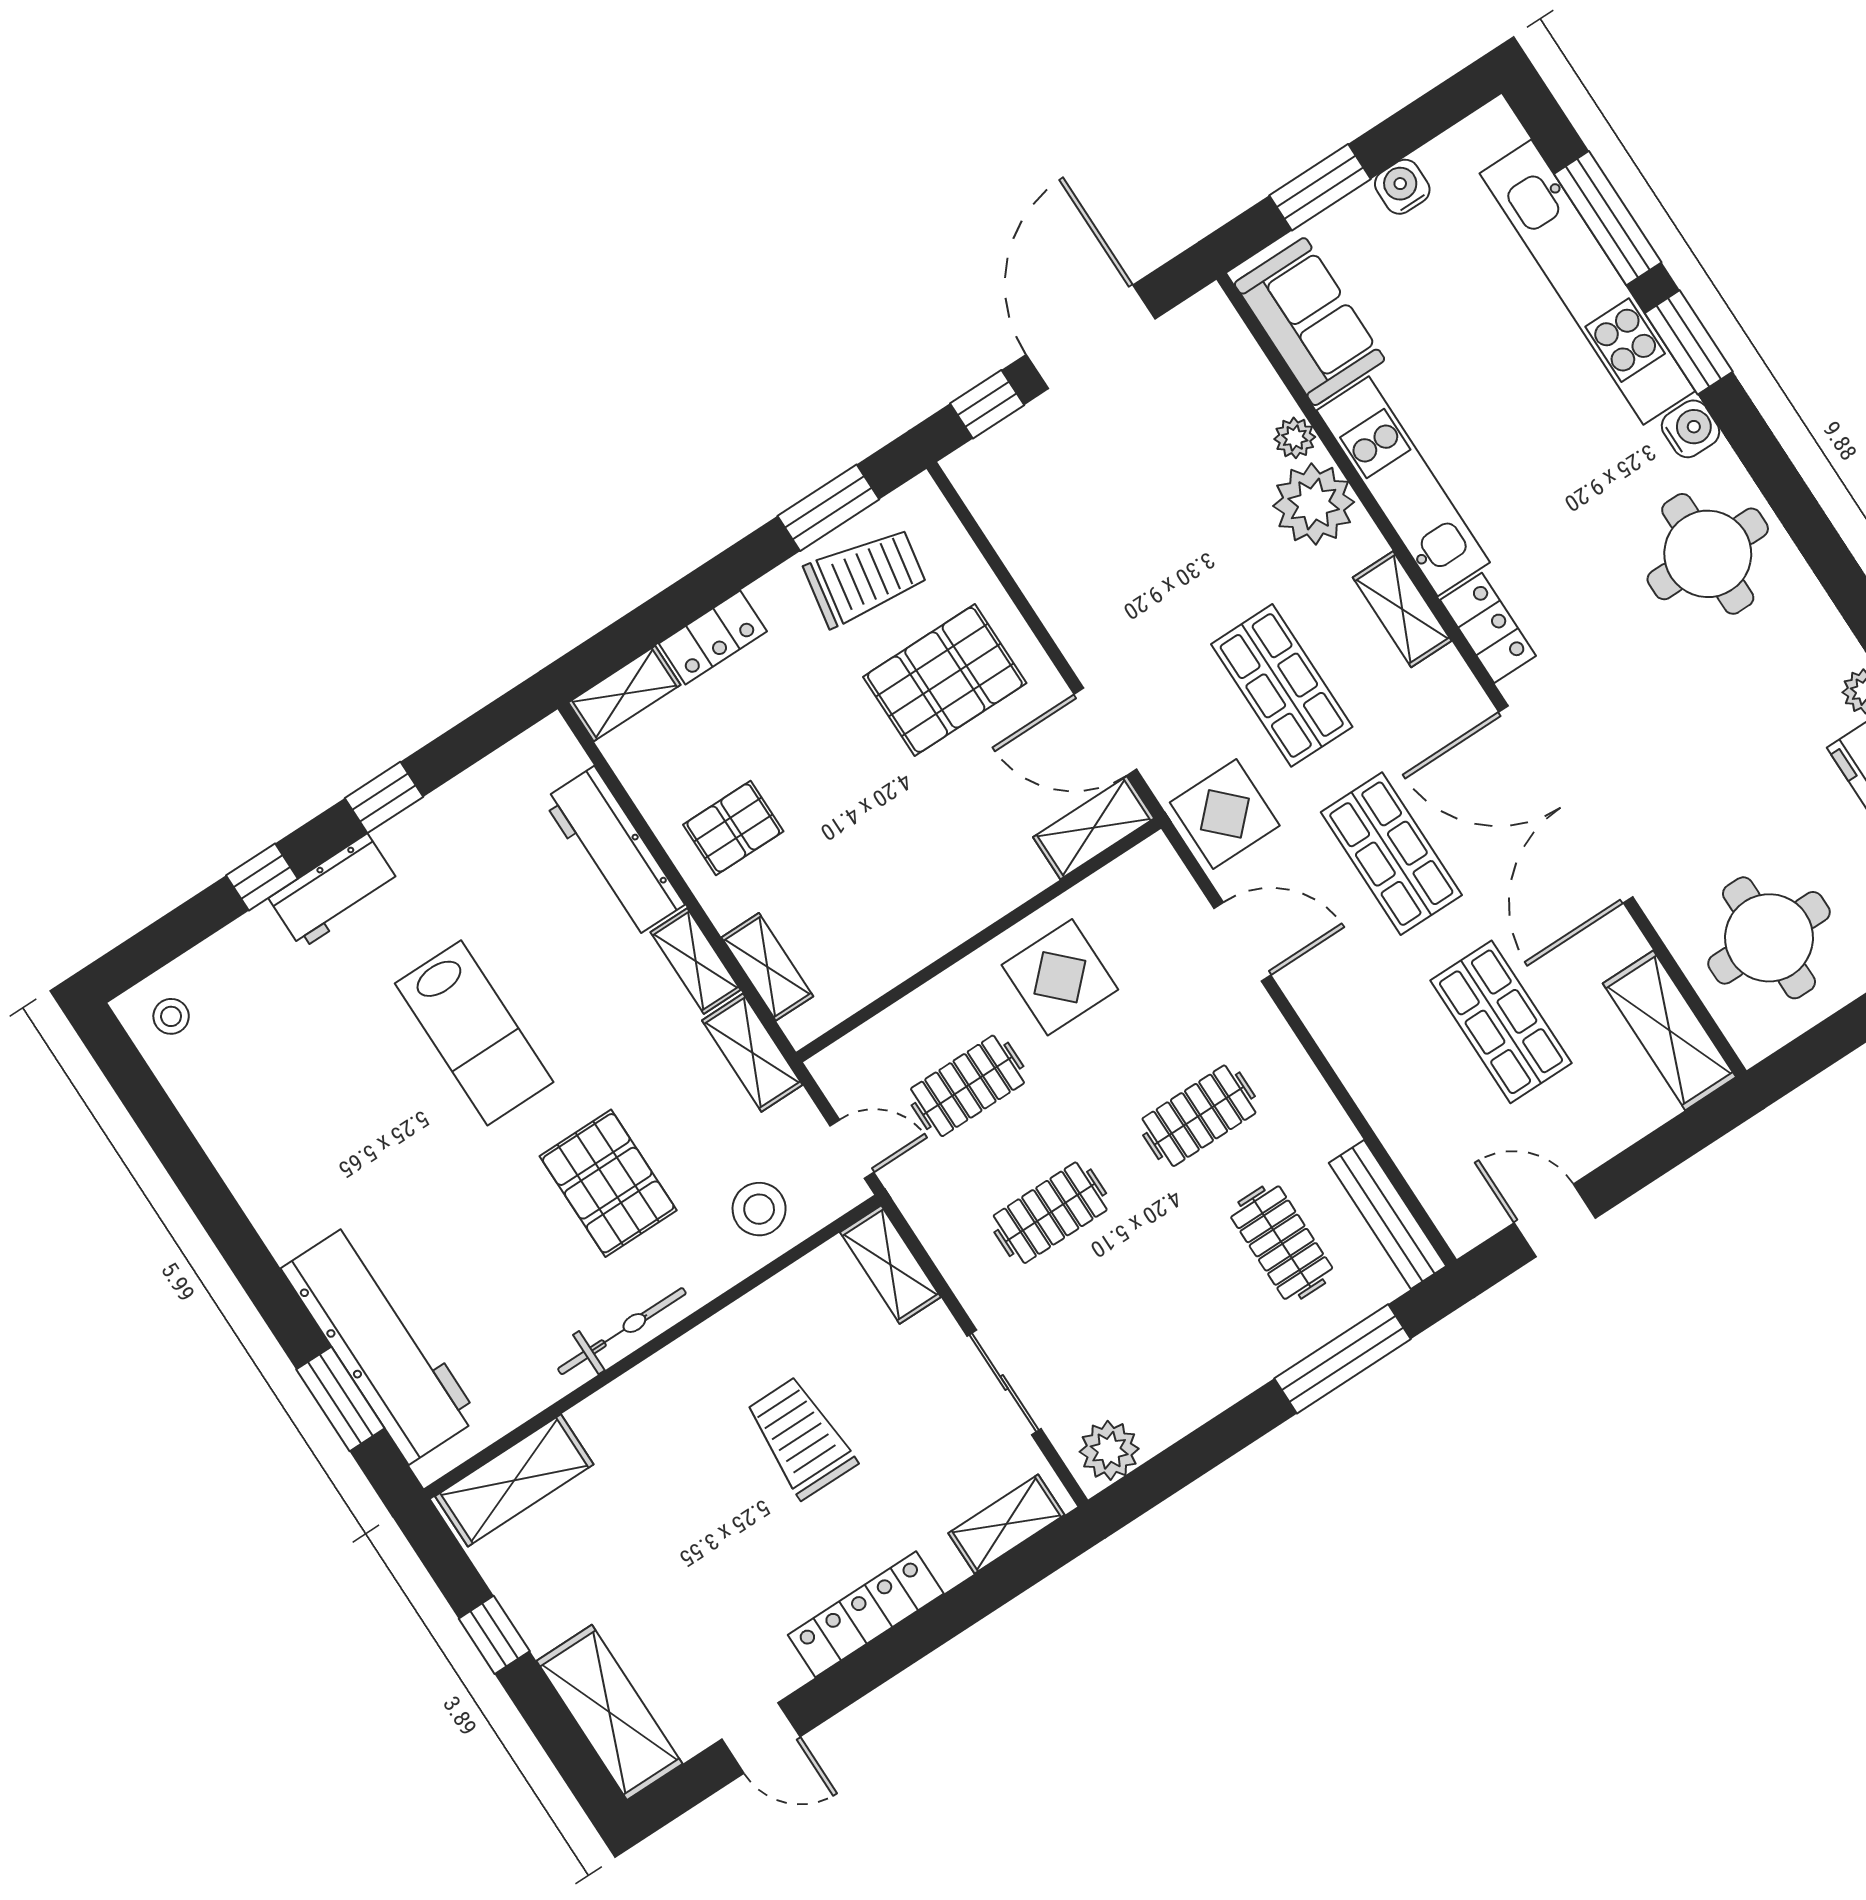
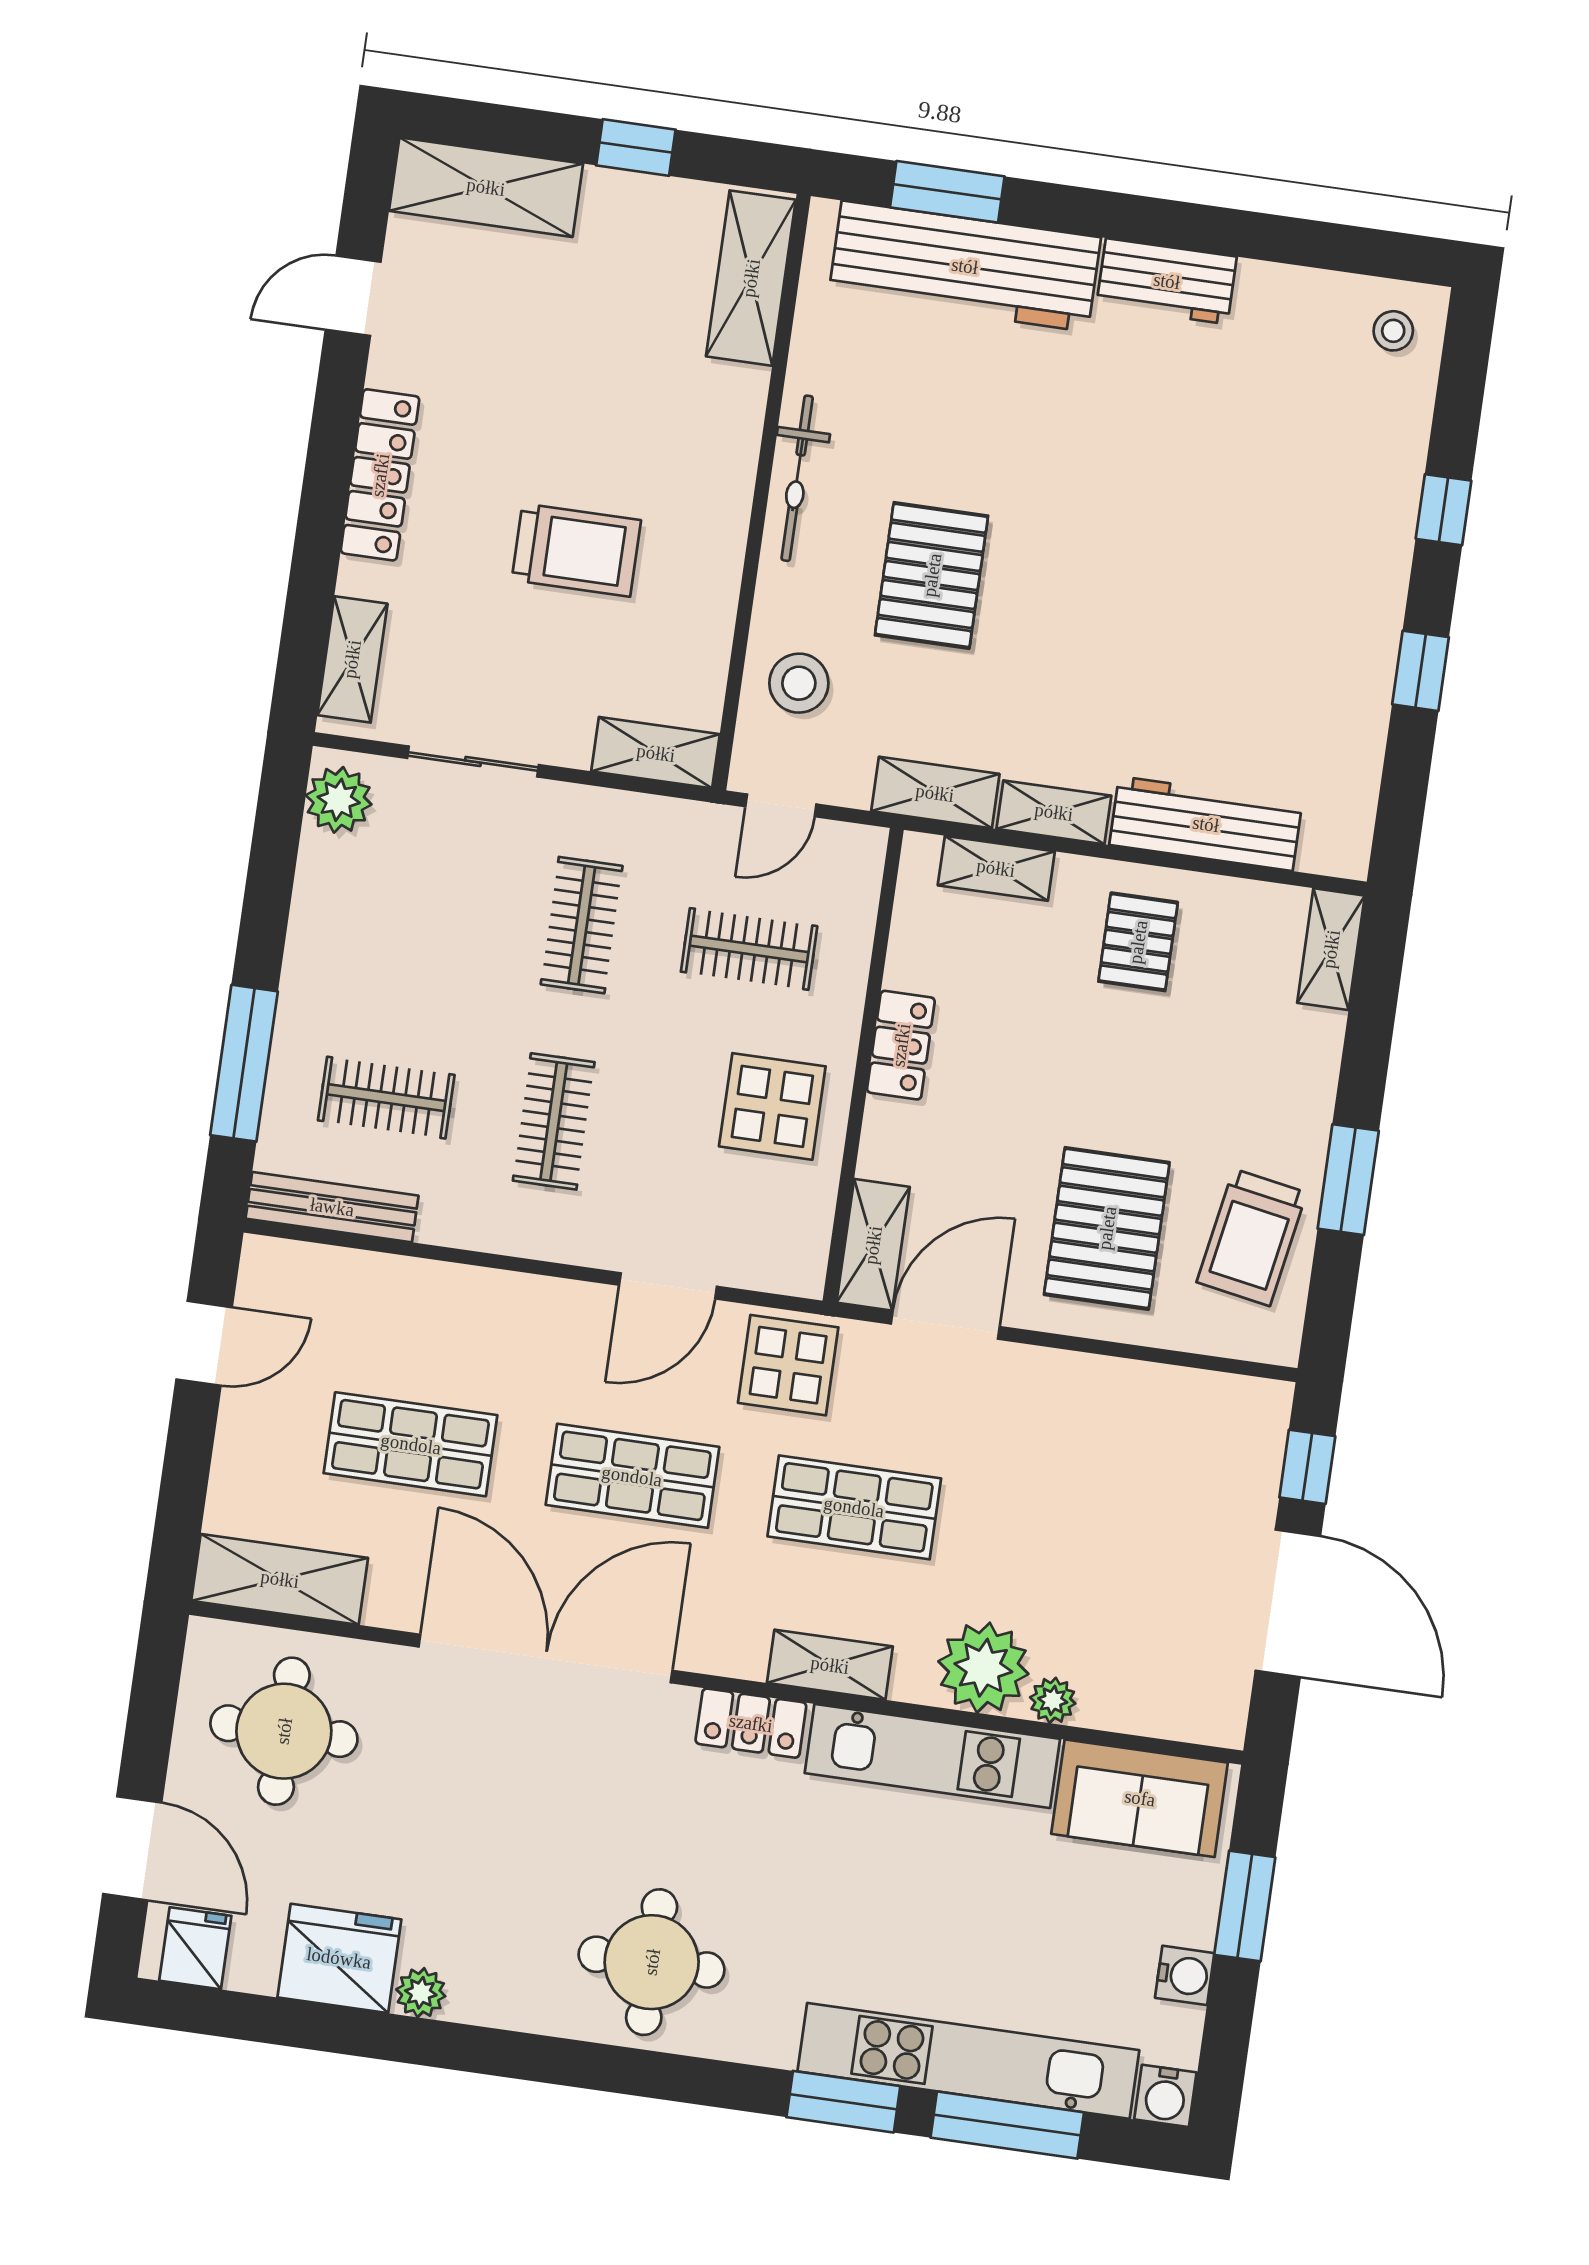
water cooler: (1691, 429) -> (1165, 2096), moved
window: (828, 508) -> (1348, 1180), moved
locker: (713, 637) -> (901, 1045), moved, turned 180
workbench: (334, 891) -> (1167, 281), moved, turned -90
lab bench: (474, 1033) -> (1156, 573), removed
clothes rail: (967, 1086) -> (749, 949), turned 90
pallet: (608, 1183) -> (932, 575), turned 90

